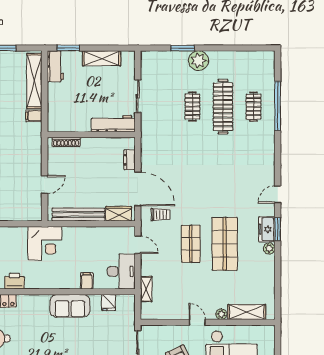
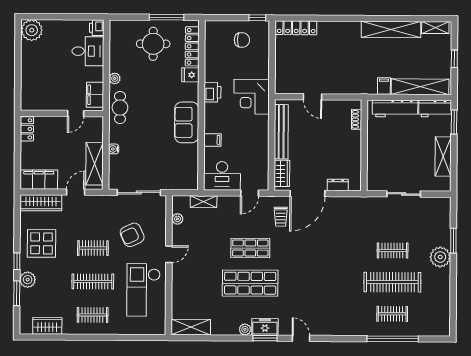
workbench: (113, 124) -> (395, 108), moved, turned 90
shoe rack: (66, 142) -> (357, 119), width x0.70
printer: (14, 281) -> (212, 92), moved
fridge: (109, 303) -> (190, 75), moved
shelving: (247, 312) -> (191, 327), moved, turned 90
plant: (221, 314) -> (177, 219), moved

